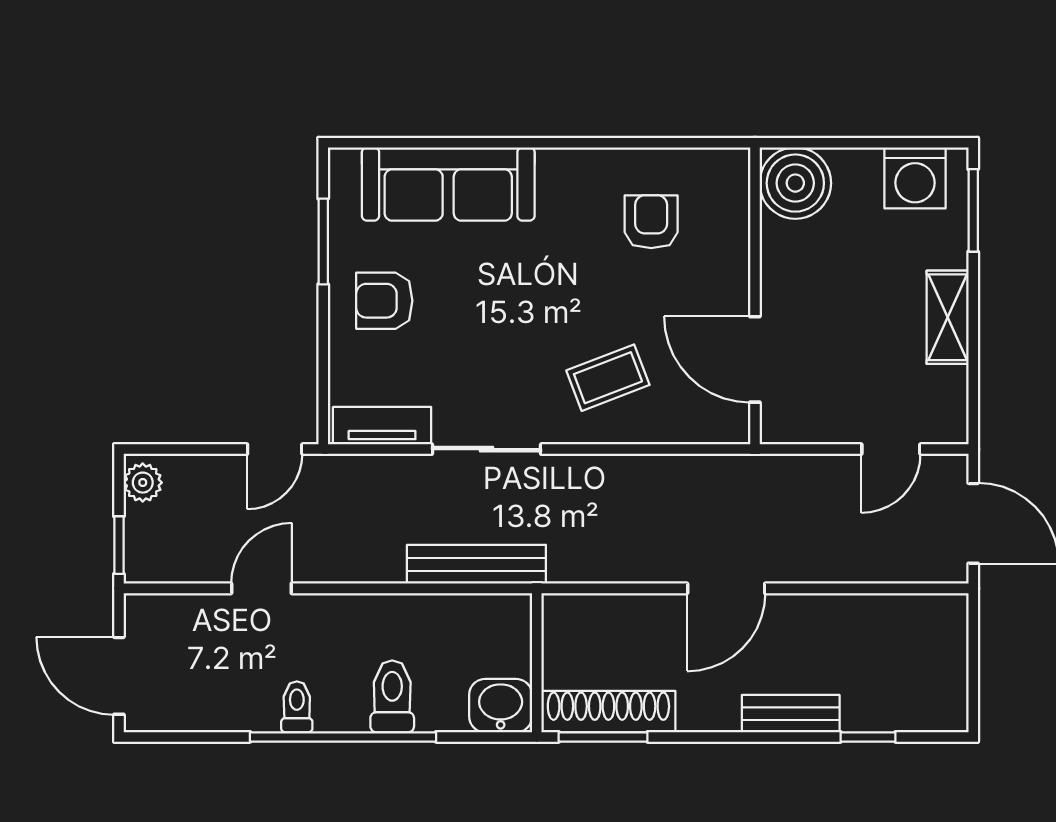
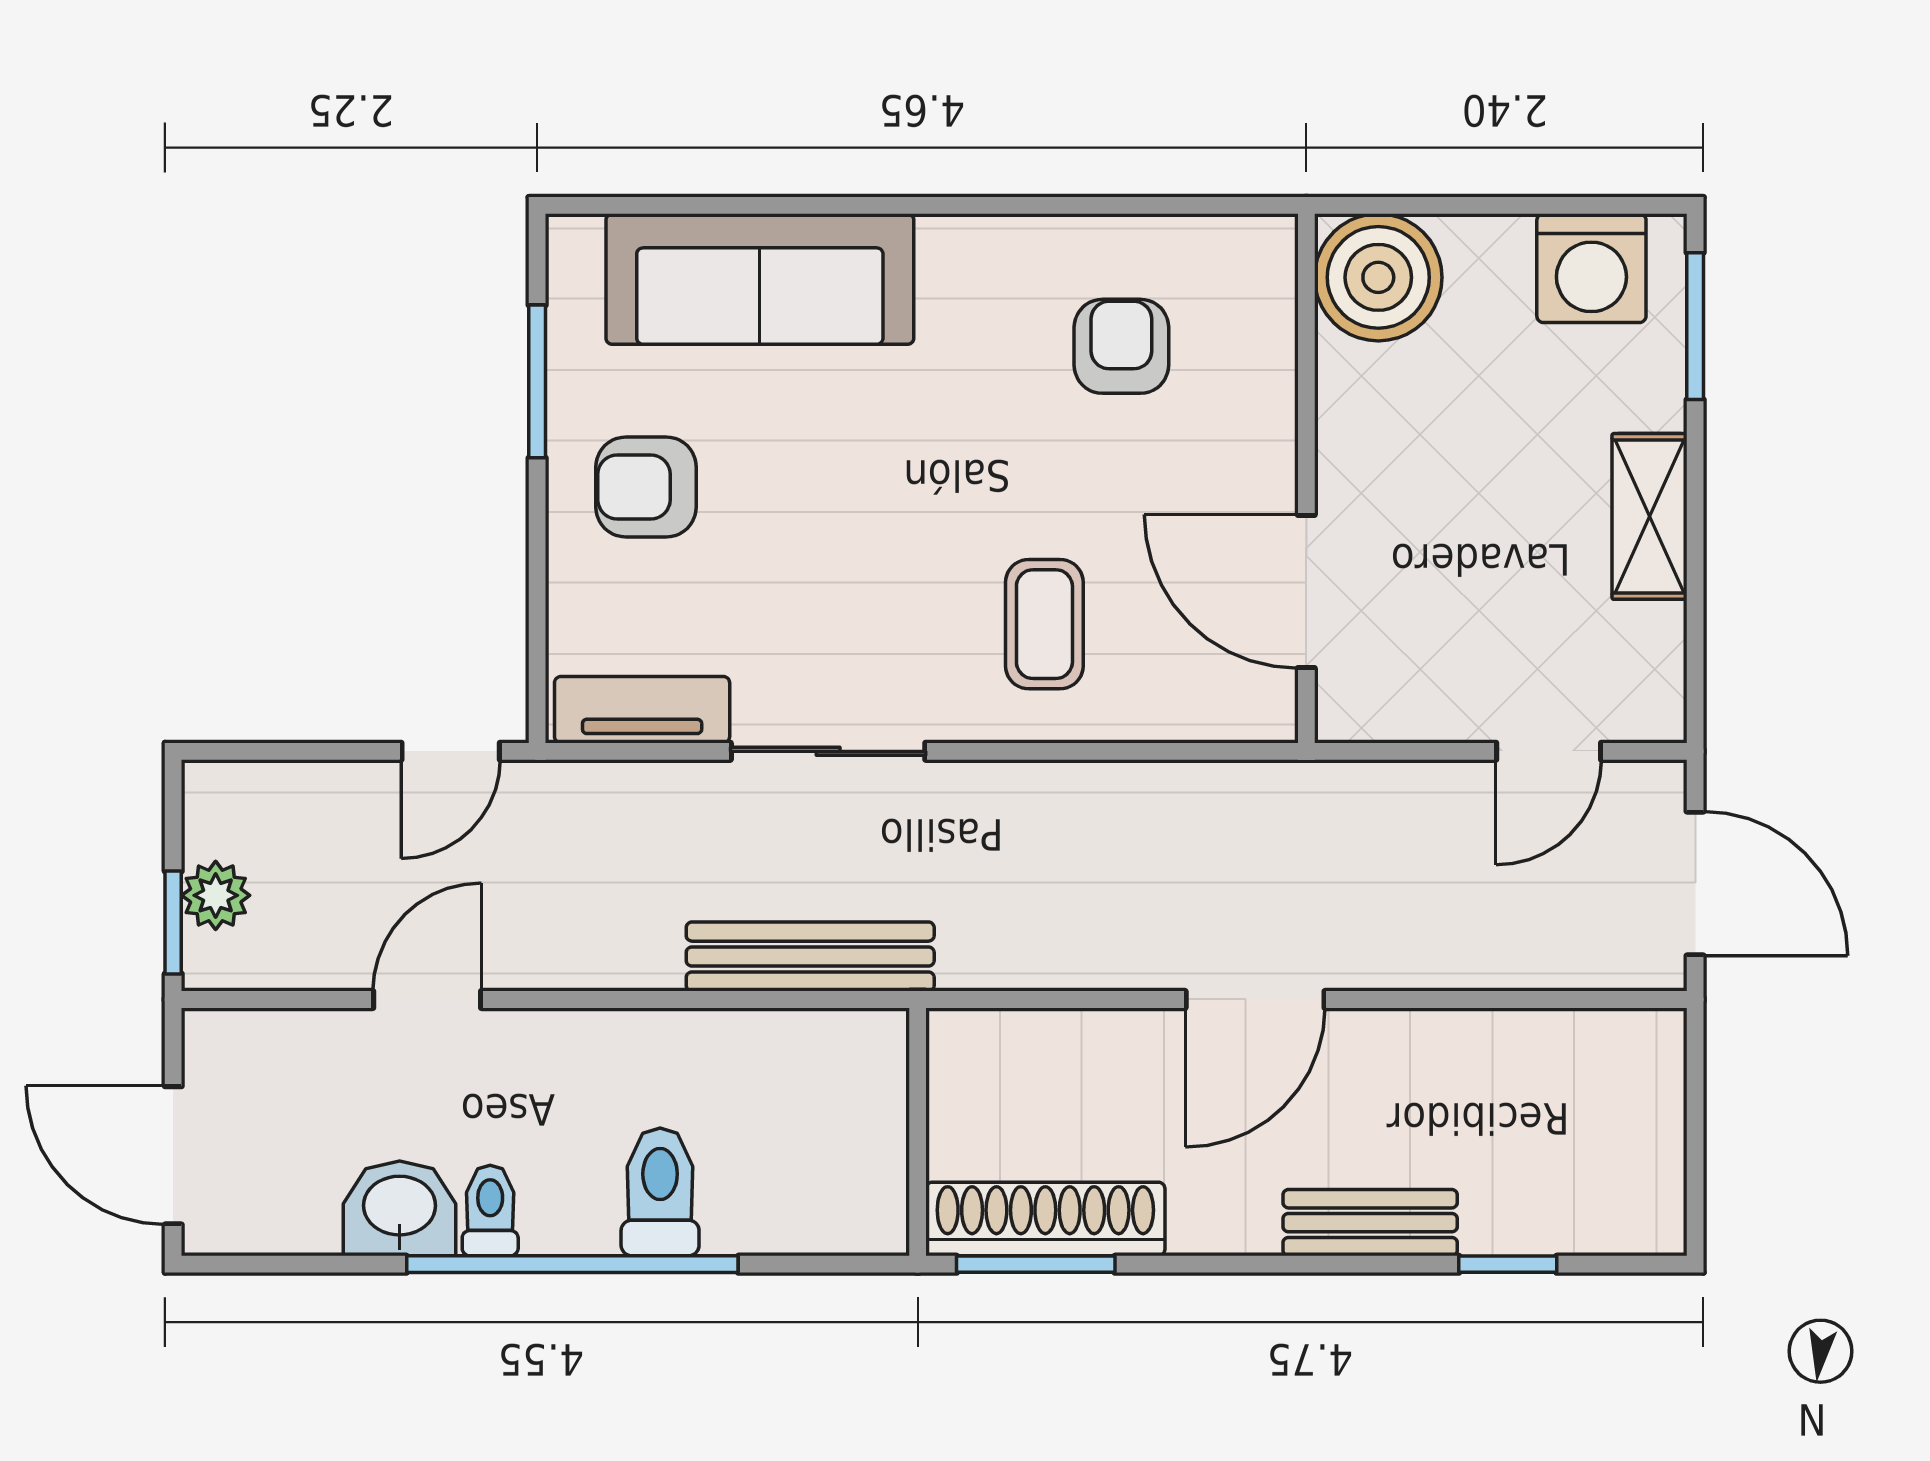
coffee table: (608, 378) -> (1044, 624), turned -69
plant: (143, 483) -> (216, 895), moved
washbasin: (501, 706) -> (400, 1208), moved

